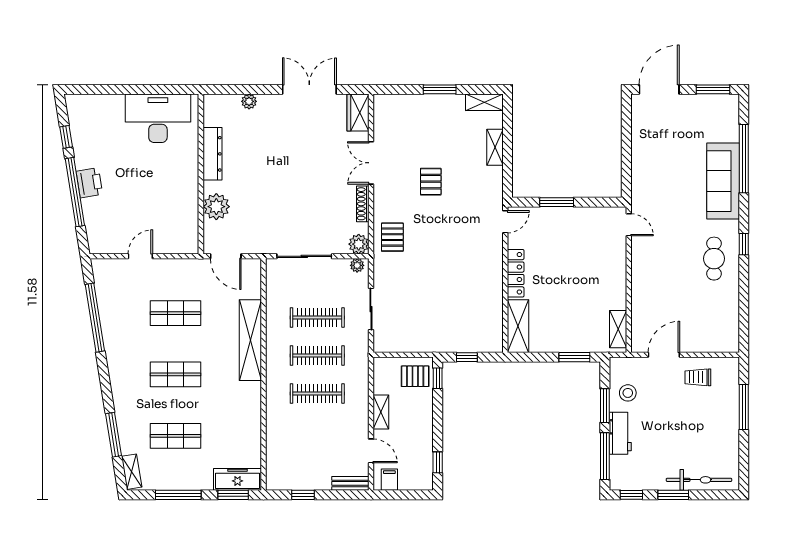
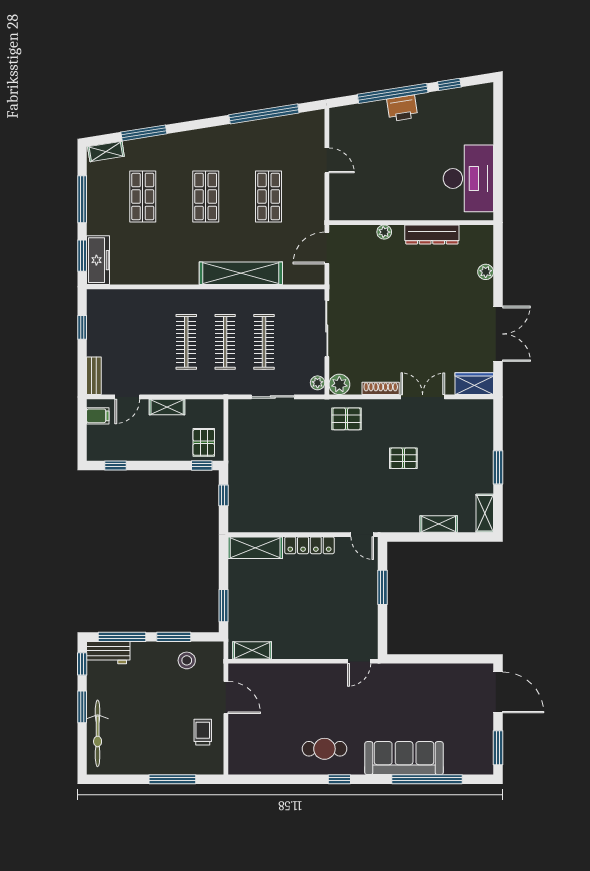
plant: (216, 207) -> (384, 232), width x0.53, depth x0.53
workbench: (620, 433) -> (108, 653), moved

